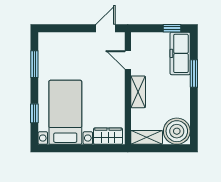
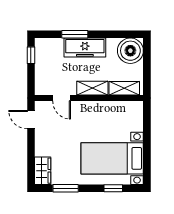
freezer: (180, 53) -> (85, 47), moved
door: (128, 60) -> (62, 98), hinge flipped
wardrobe: (108, 136) -> (43, 171), moved, turned 180
shelving: (147, 137) -> (124, 88), moved, turned 90

